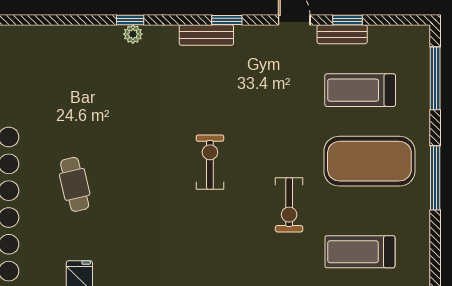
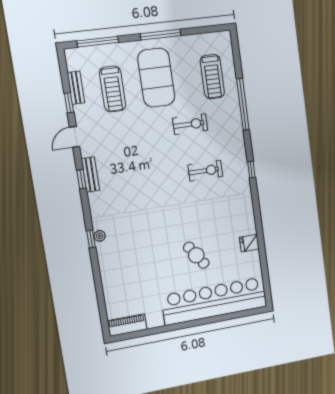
bench: (342, 34) -> (76, 88), moved
bench: (206, 35) -> (90, 174), moved
exercise bike: (210, 162) -> (205, 171), moved, turned 180
cafe table: (75, 184) -> (196, 255), turned 69

